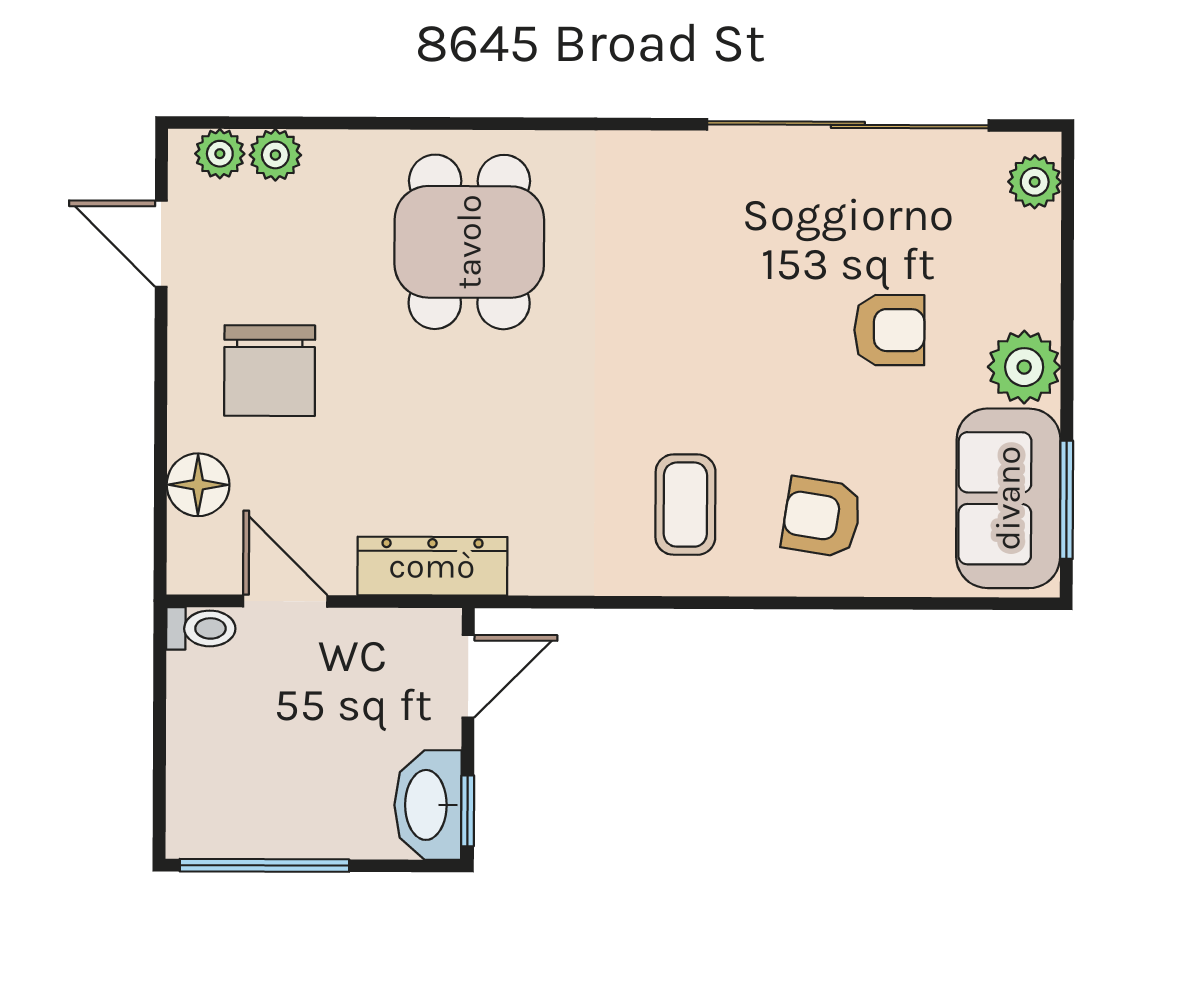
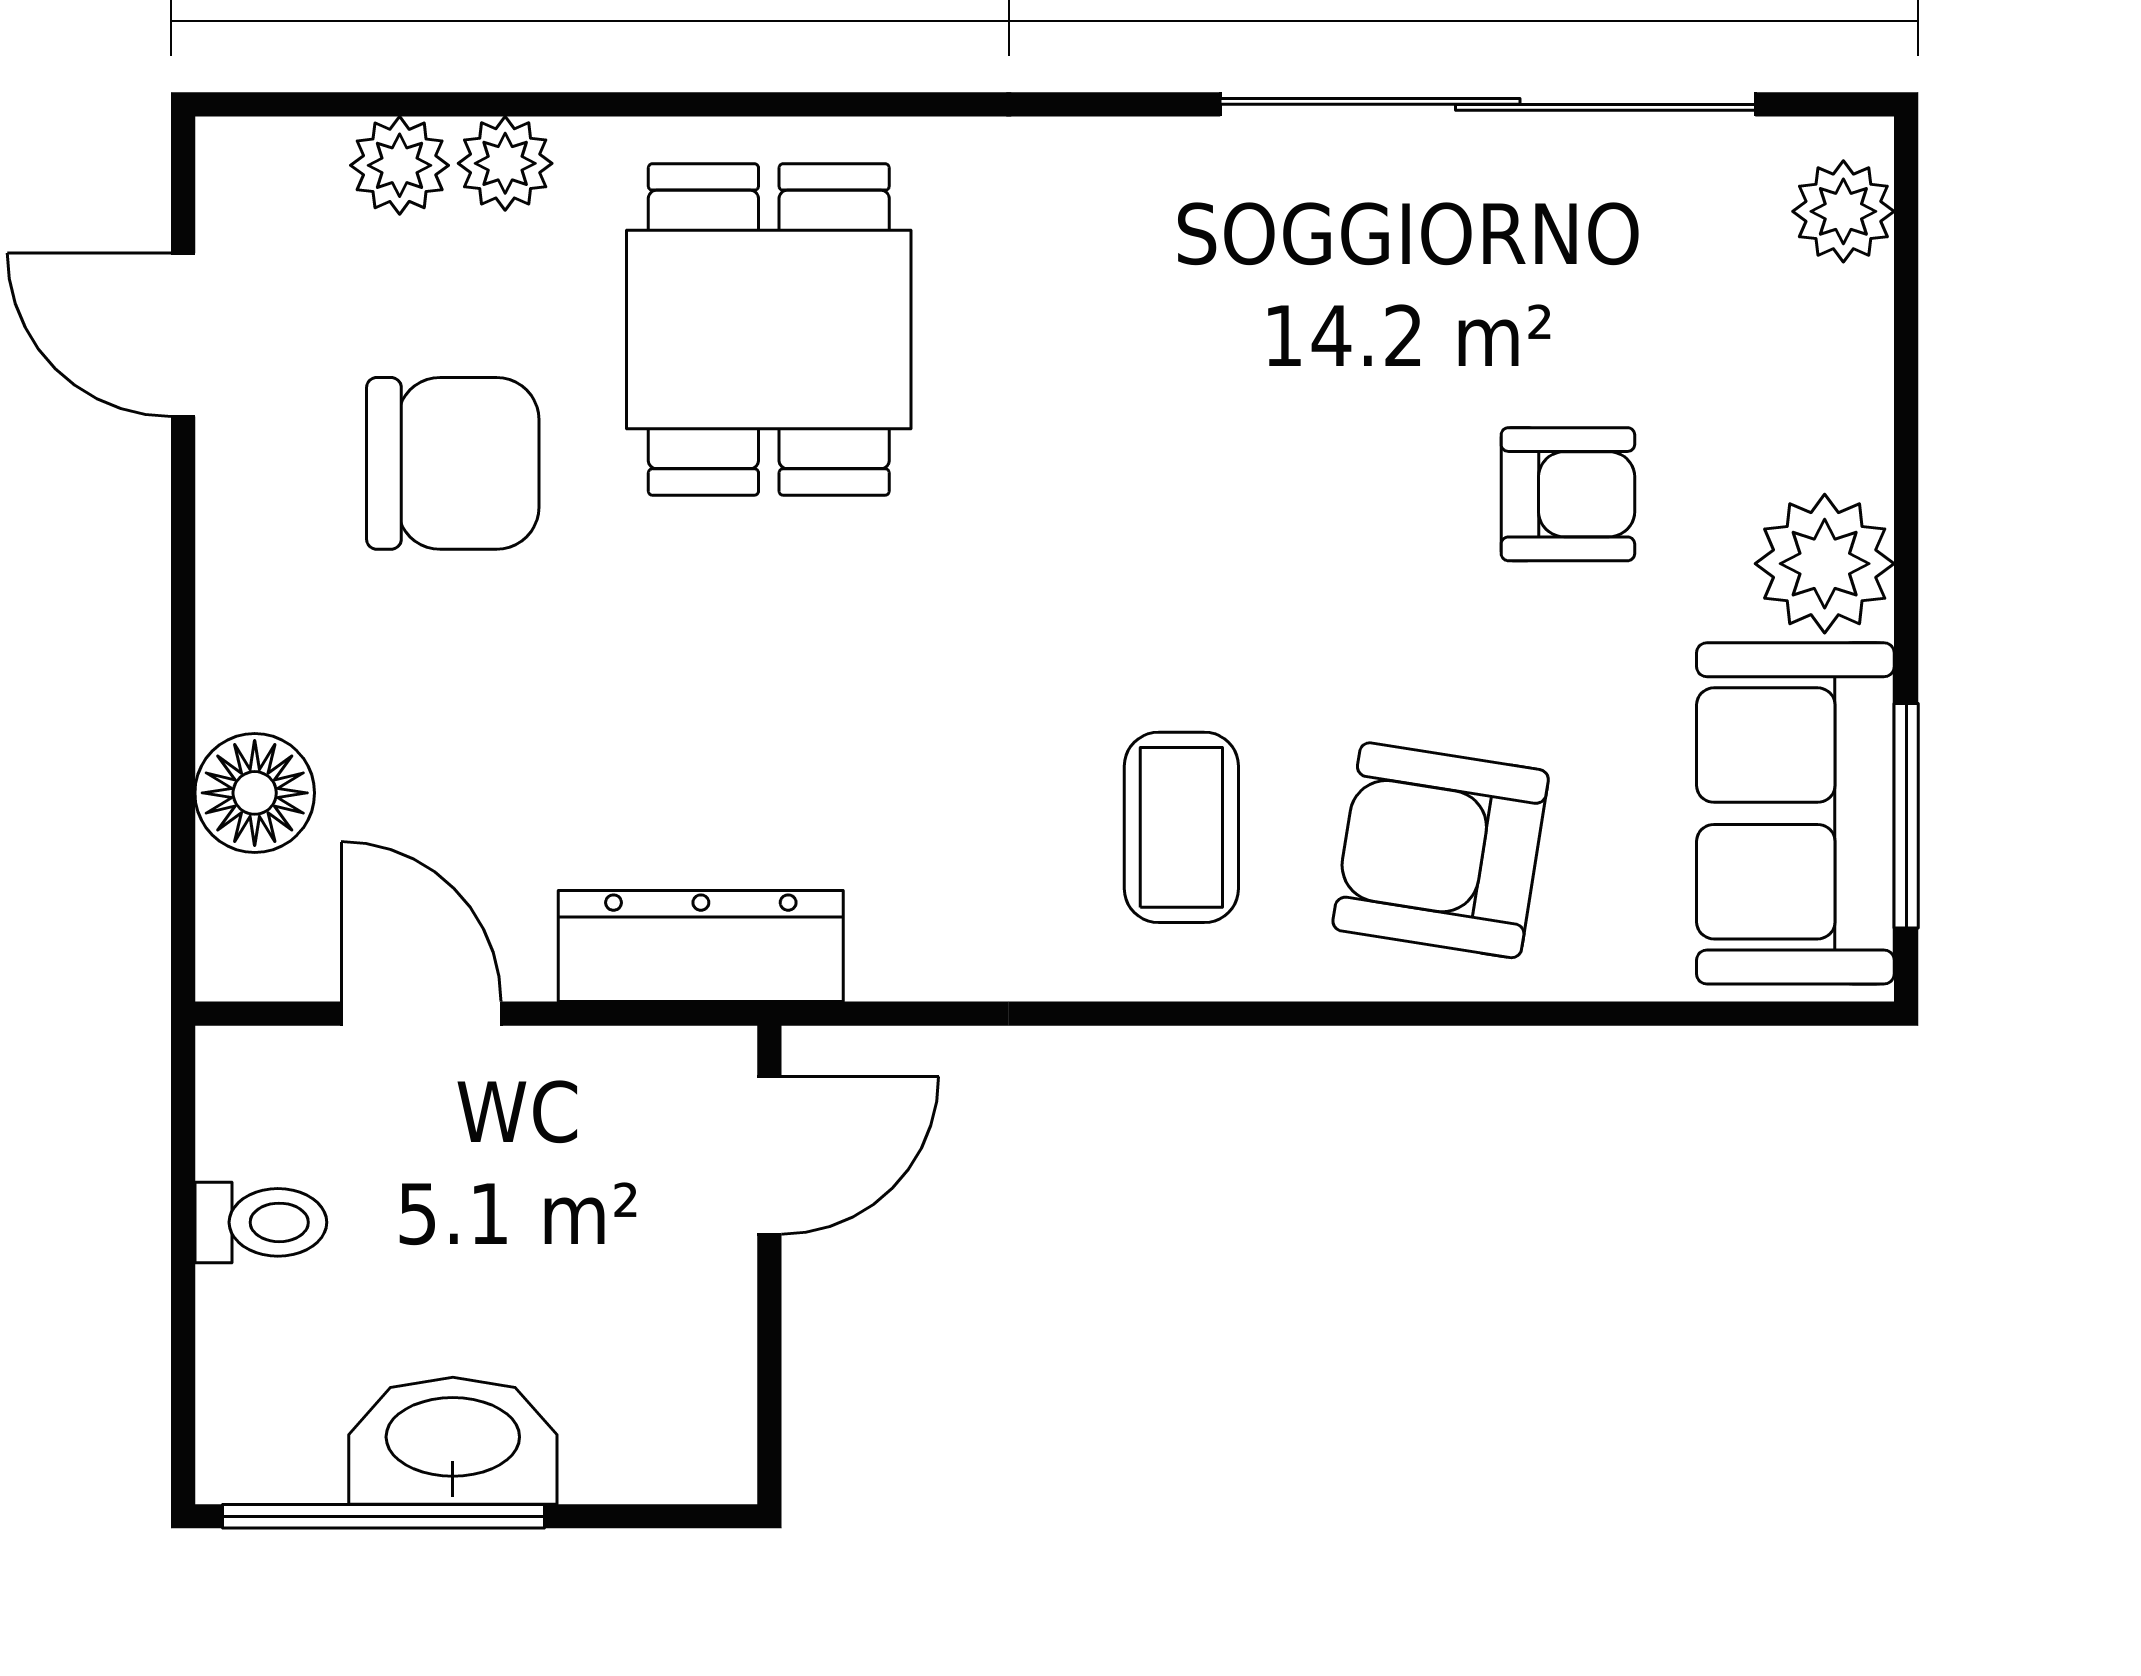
plant: (220, 154) -> (505, 163), moved
chair: (270, 371) -> (453, 463), moved, turned -90
armchair: (822, 517) -> (1441, 850), width x1.38, depth x1.38
toilet: (201, 628) -> (261, 1222), moved
washbasin: (428, 805) -> (453, 1441), moved, turned 90
window: (468, 811) -> (769, 1411), removed

